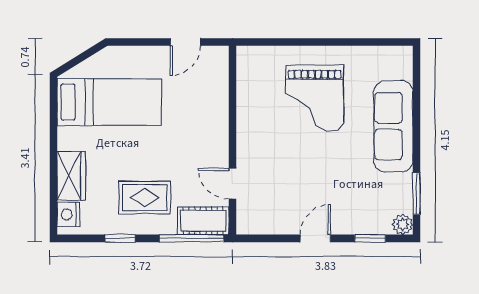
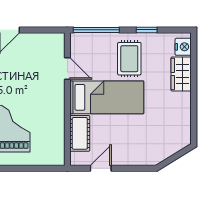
bed: (109, 102) -> (107, 97), moved, turned 180
rug: (145, 198) -> (129, 59), turned 90
cot: (203, 221) -> (80, 133), moved, turned 90

